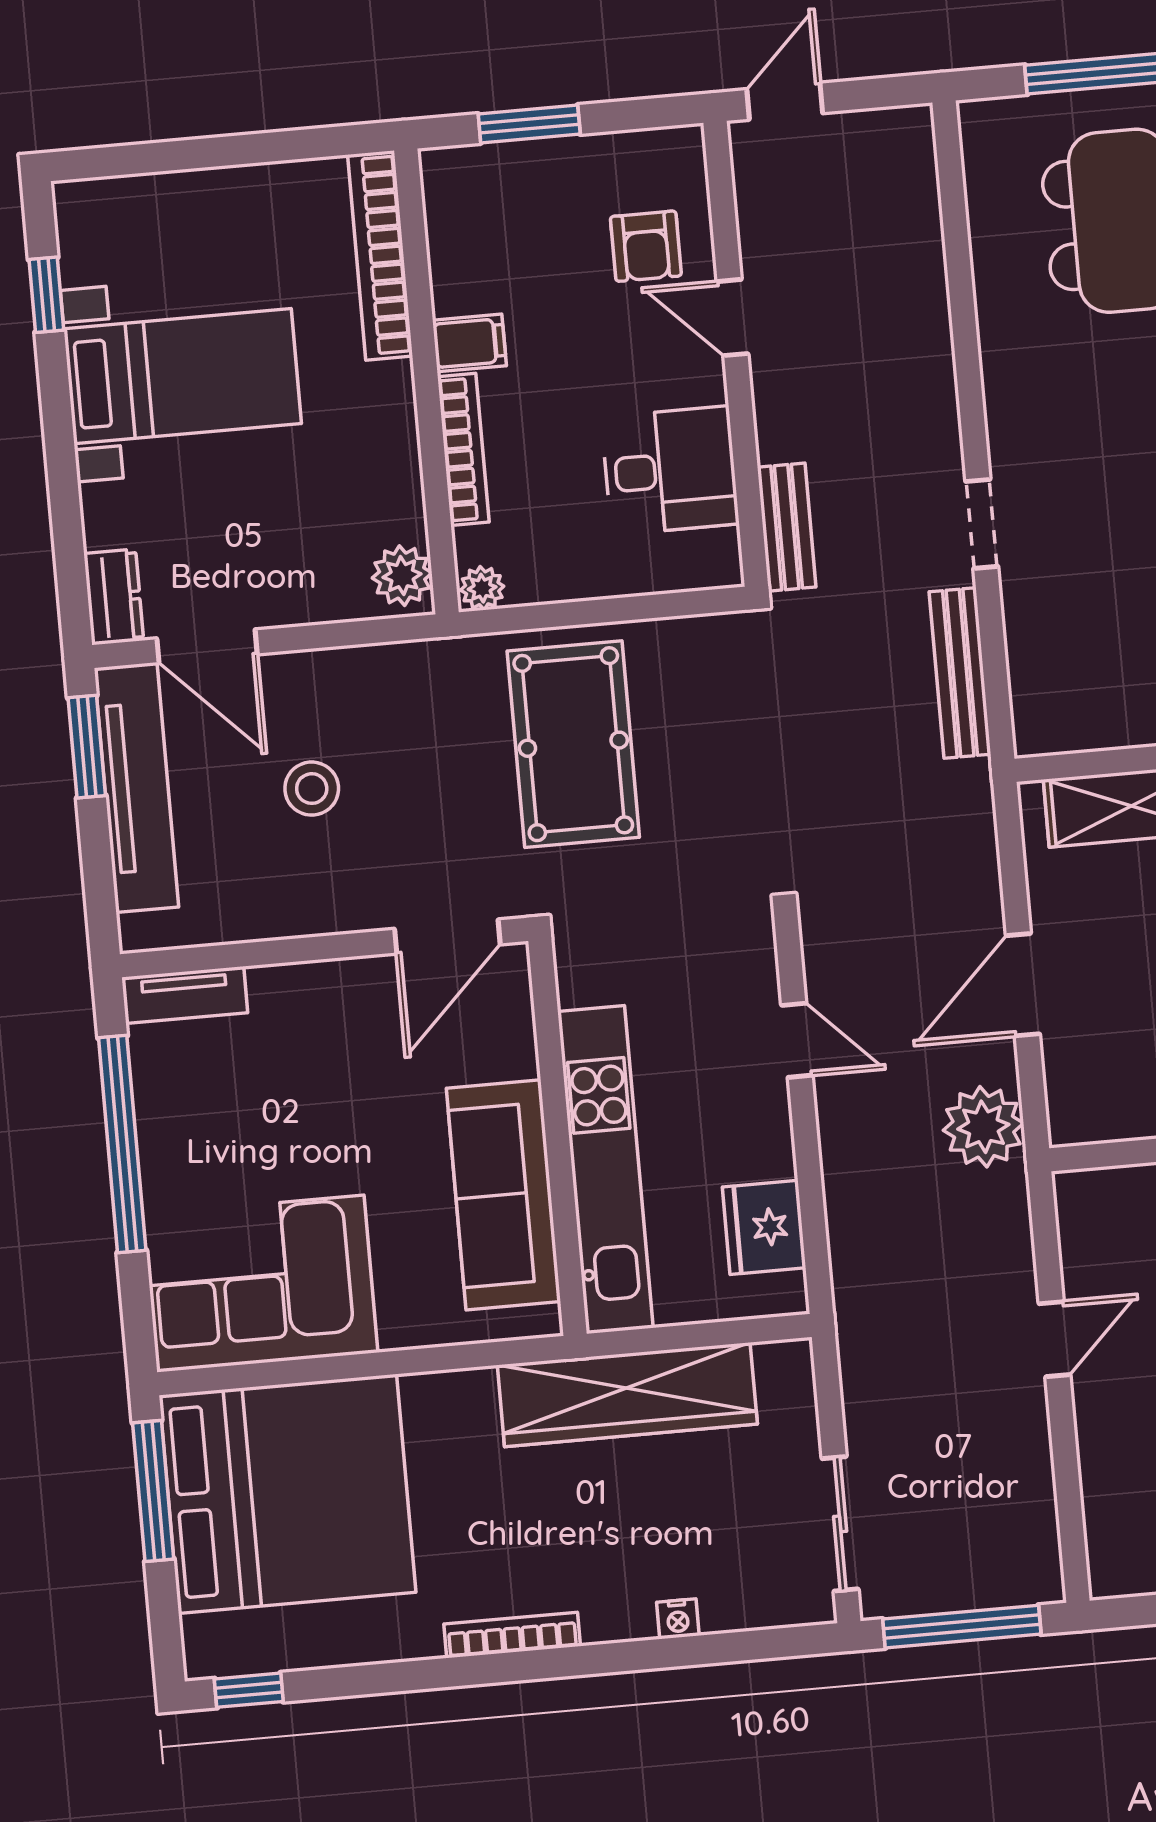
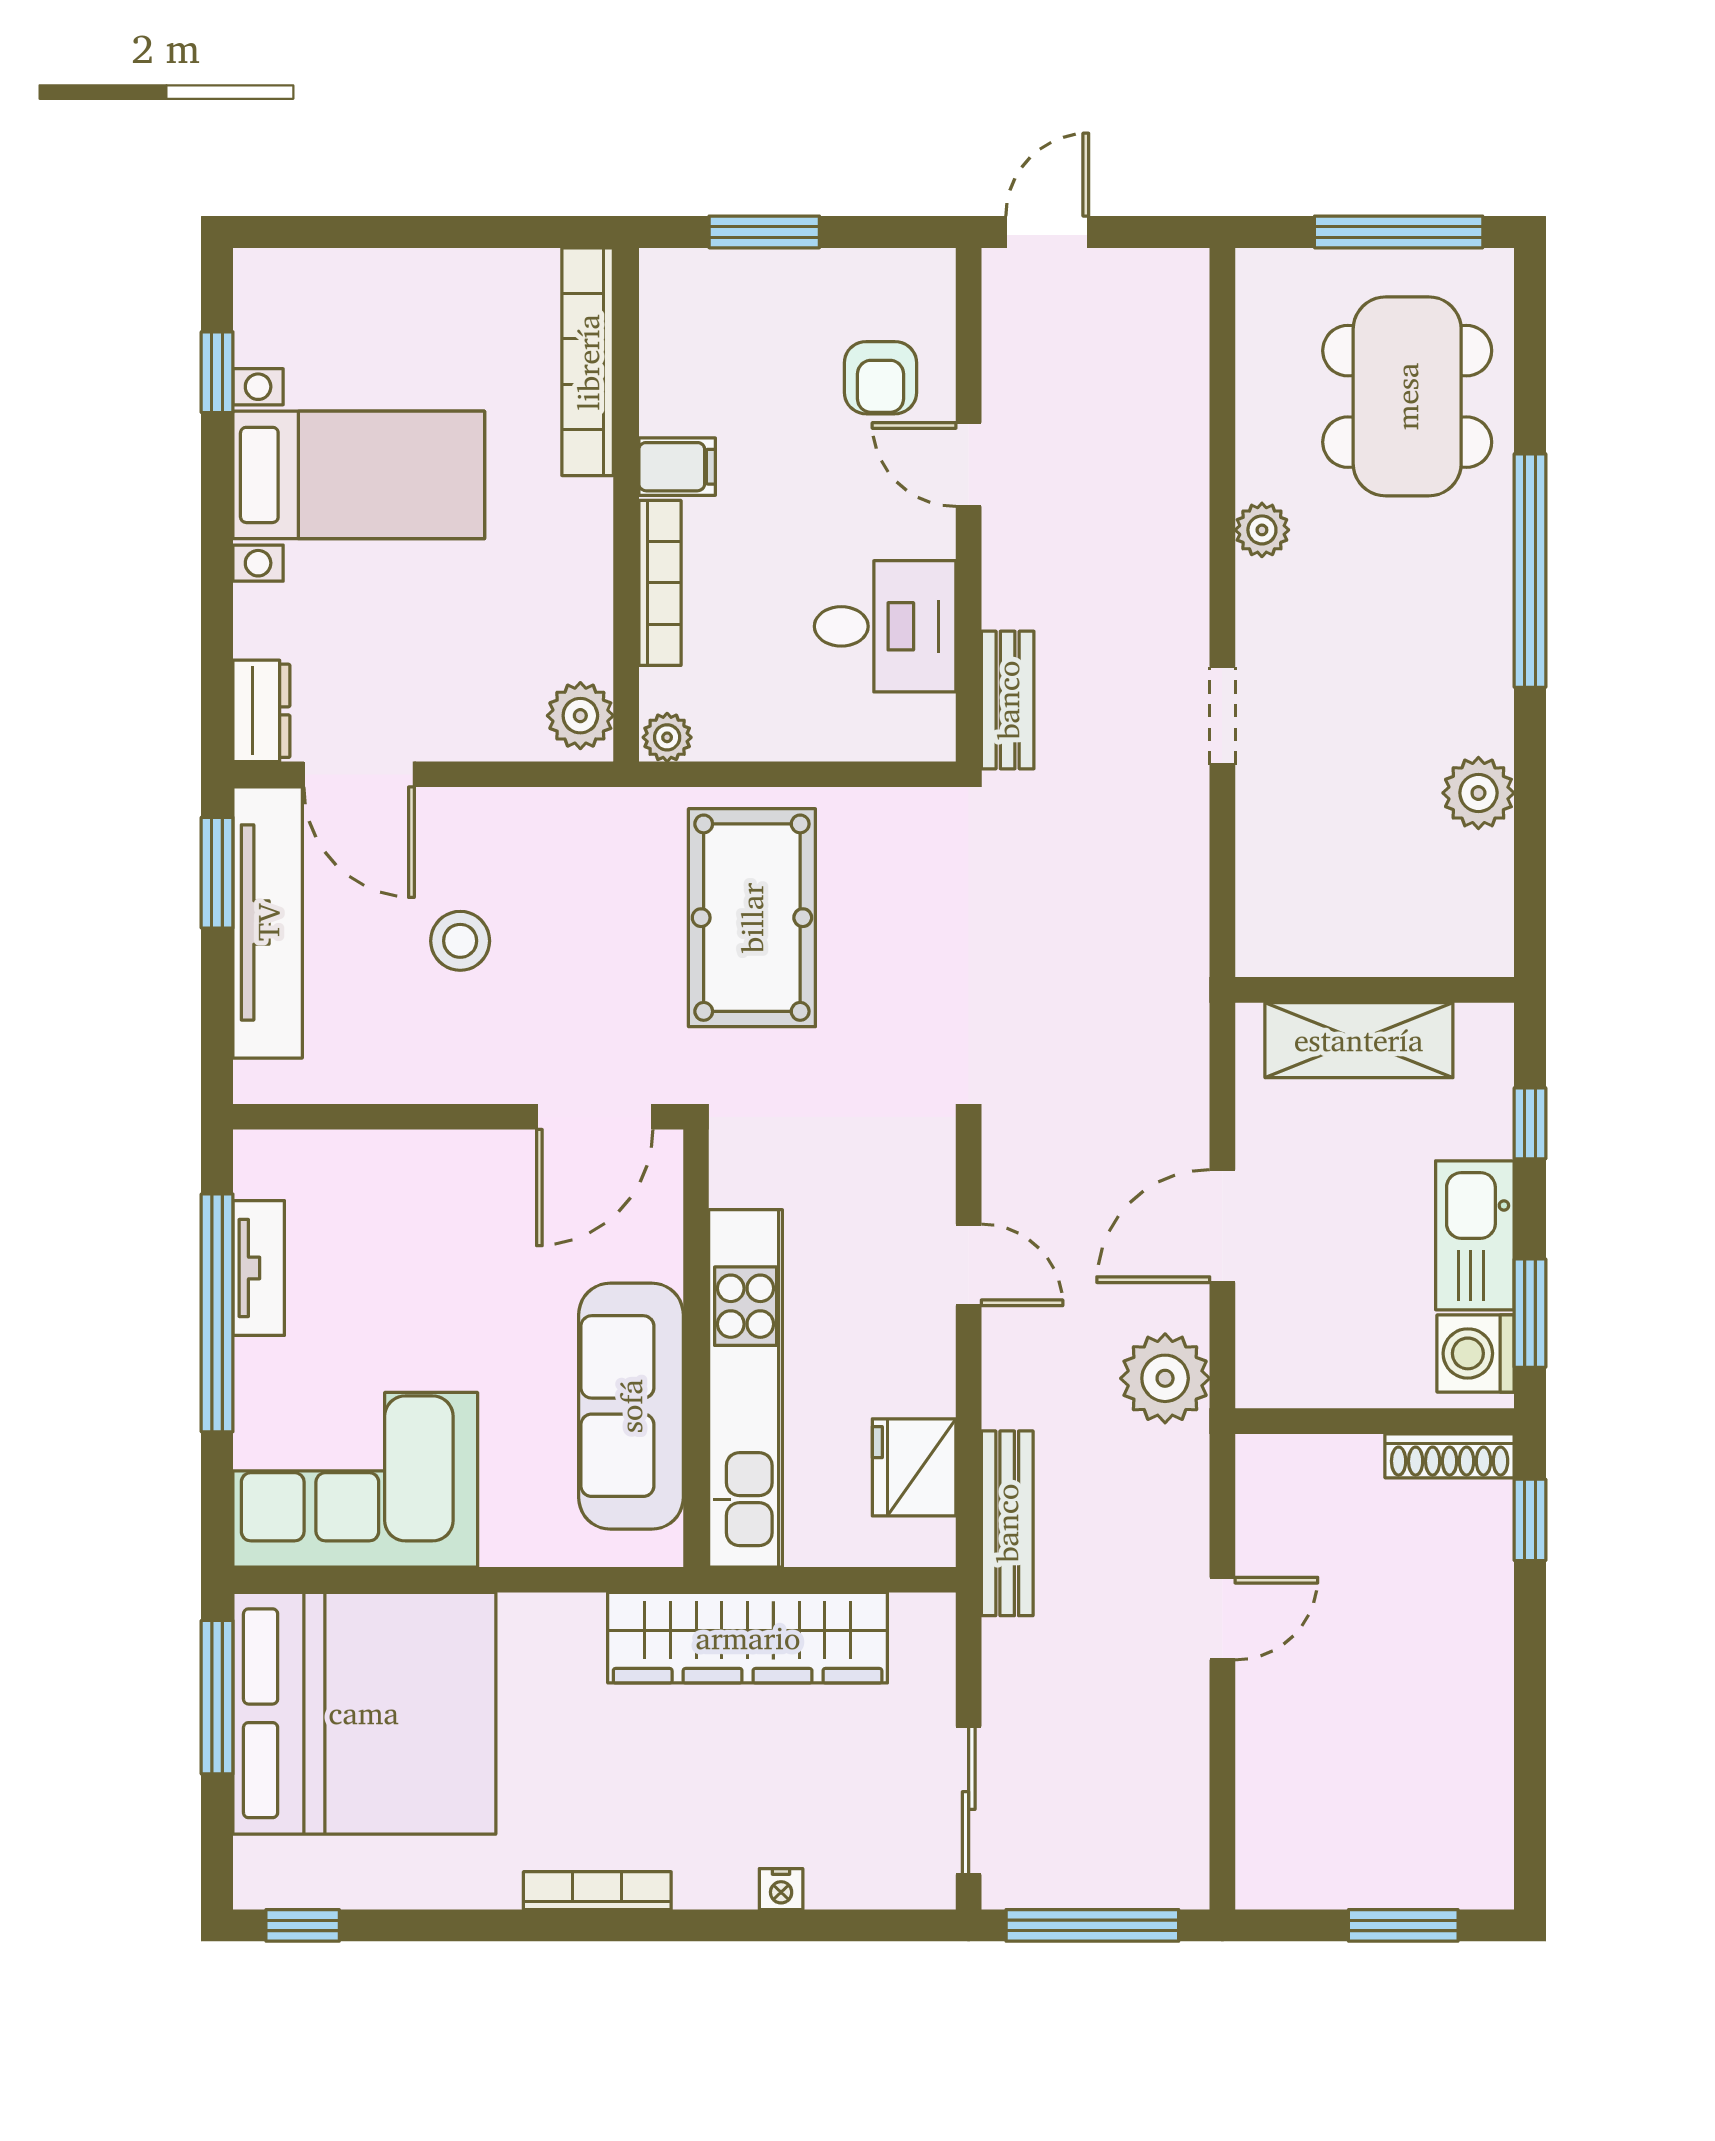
plant: (1003, 353) -> (1262, 530), added
bench: (960, 673) -> (1007, 1523), moved
tv unit: (185, 995) -> (259, 1268), moved, turned -90

